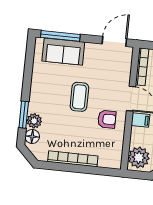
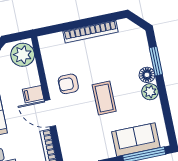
plant: (34, 121) -> (150, 92), moved
floor lamp: (32, 136) -> (147, 75), moved

